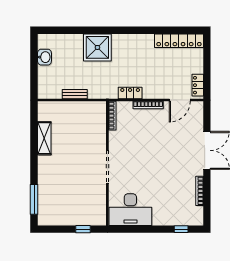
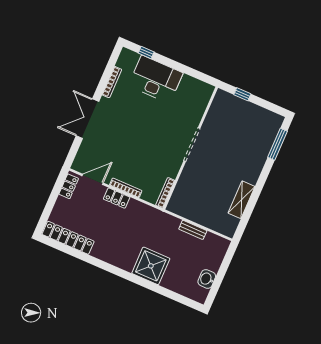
locker: (130, 93) -> (117, 198), moved
desk: (130, 210) -> (156, 79), moved

